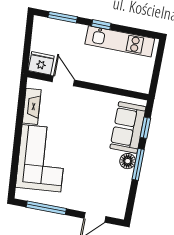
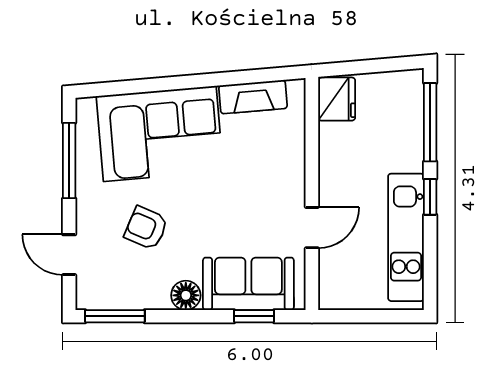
window: (63, 17) -> (430, 122), width x1.44
door: (63, 81) -> (312, 228), moved
window: (138, 164) -> (115, 316), moved
armchair: (89, 175) -> (146, 228), added

